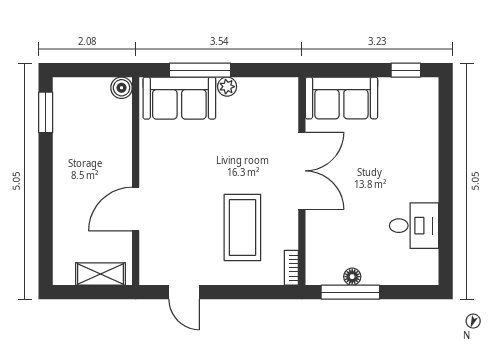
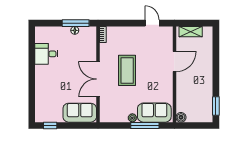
coffee table: (242, 227) -> (127, 70), moved

